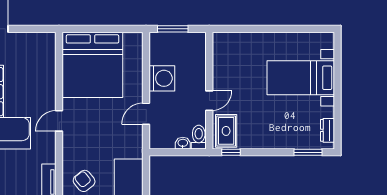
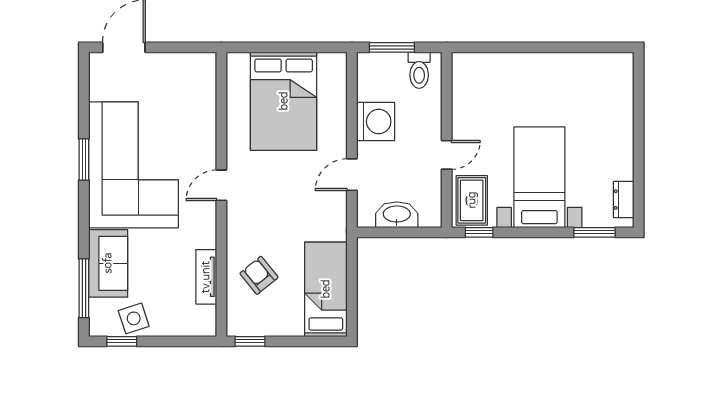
bed: (92, 65) -> (284, 101), width x0.73
bed with nightstands: (301, 78) -> (539, 177), moved, turned 90
toilet: (199, 137) -> (419, 70), moved, turned 180
washbasin: (183, 143) -> (397, 215), width x1.91, depth x1.45

